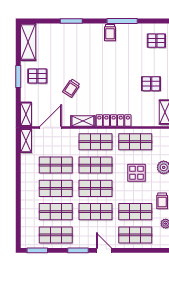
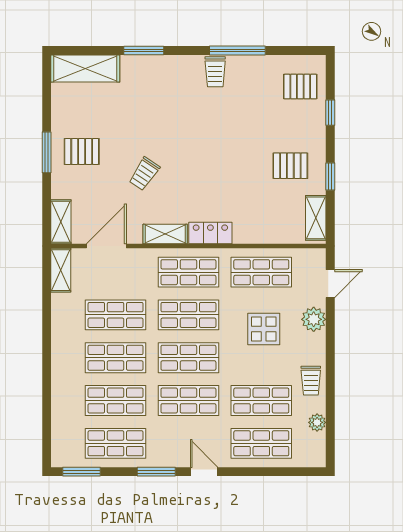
shelving: (28, 42) -> (85, 69), moved, turned 90
locker: (114, 120) -> (210, 233), width x0.66

